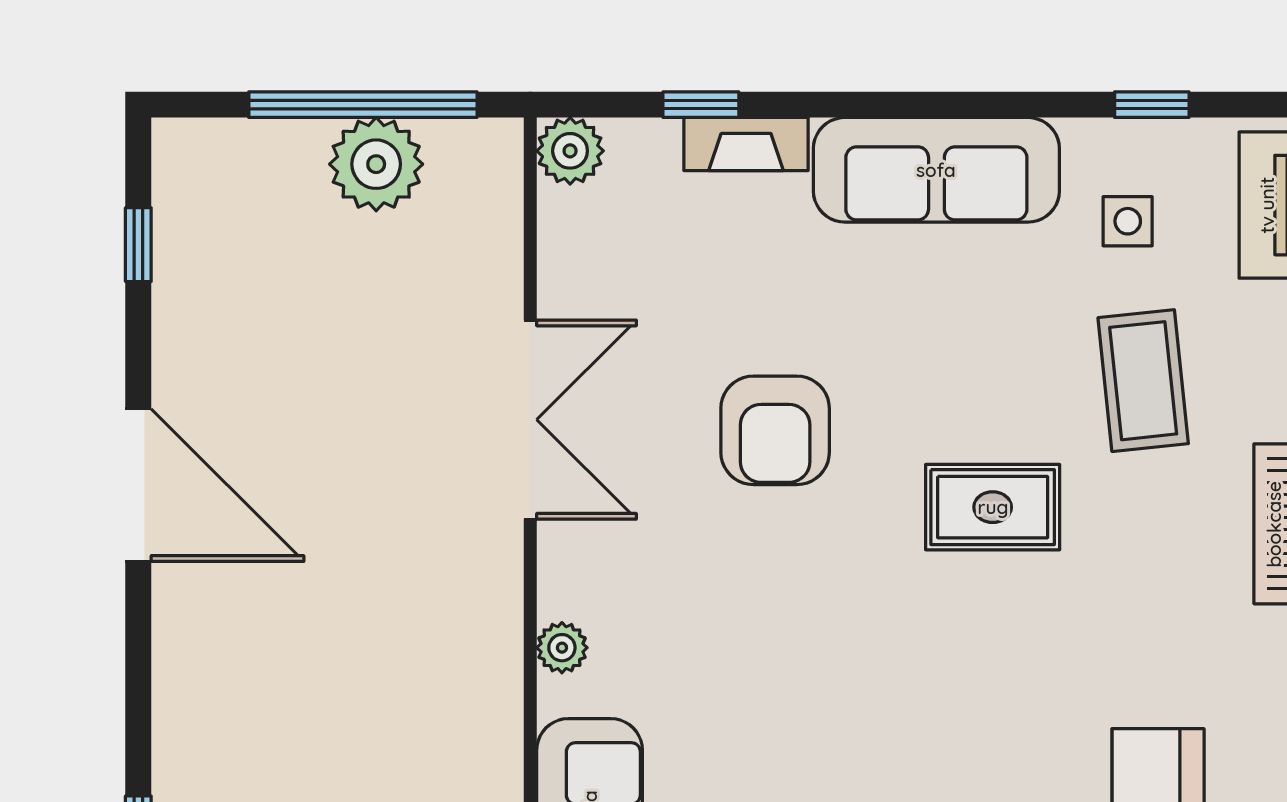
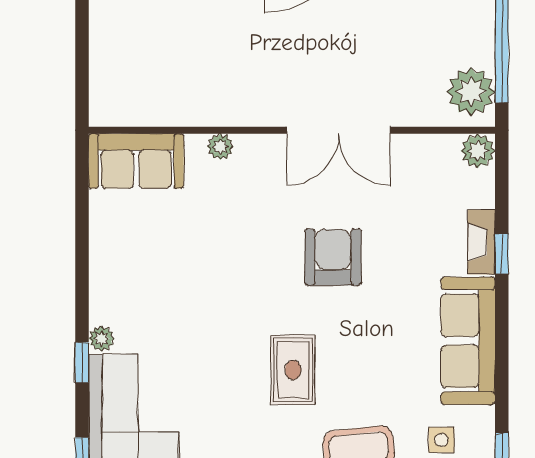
window: (701, 105) -> (502, 254), moved
plant: (376, 164) -> (471, 92), moved
armchair: (775, 430) -> (333, 257), turned 90

